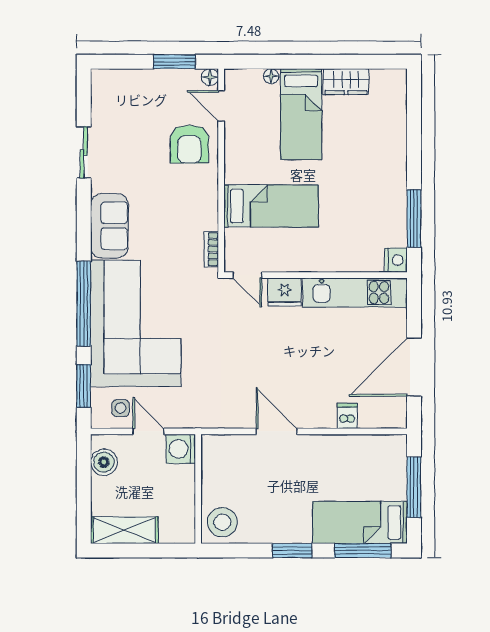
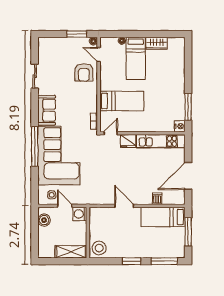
door: (247, 275) -> (111, 133), swing flipped
window: (84, 386) -> (35, 185), removed
bed: (360, 522) -> (163, 217), moved
shelving: (124, 530) -> (71, 252), moved

